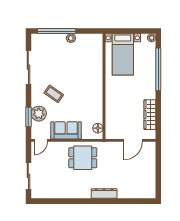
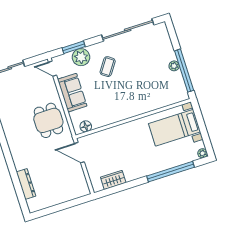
window: (57, 31) -> (184, 71), moved
sliding door: (28, 67) -> (128, 30), width x1.36
wardrobe: (150, 115) -> (113, 180), width x0.67
door: (133, 140) -> (79, 153), moved
dresser: (104, 193) -> (26, 184), moved

